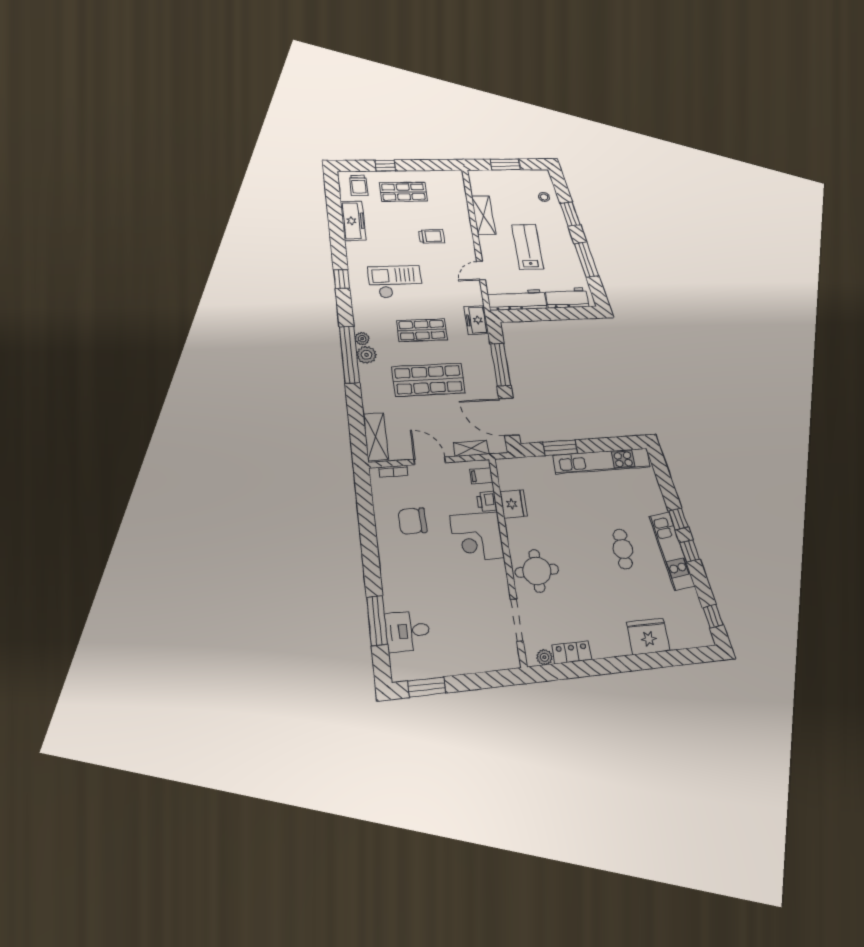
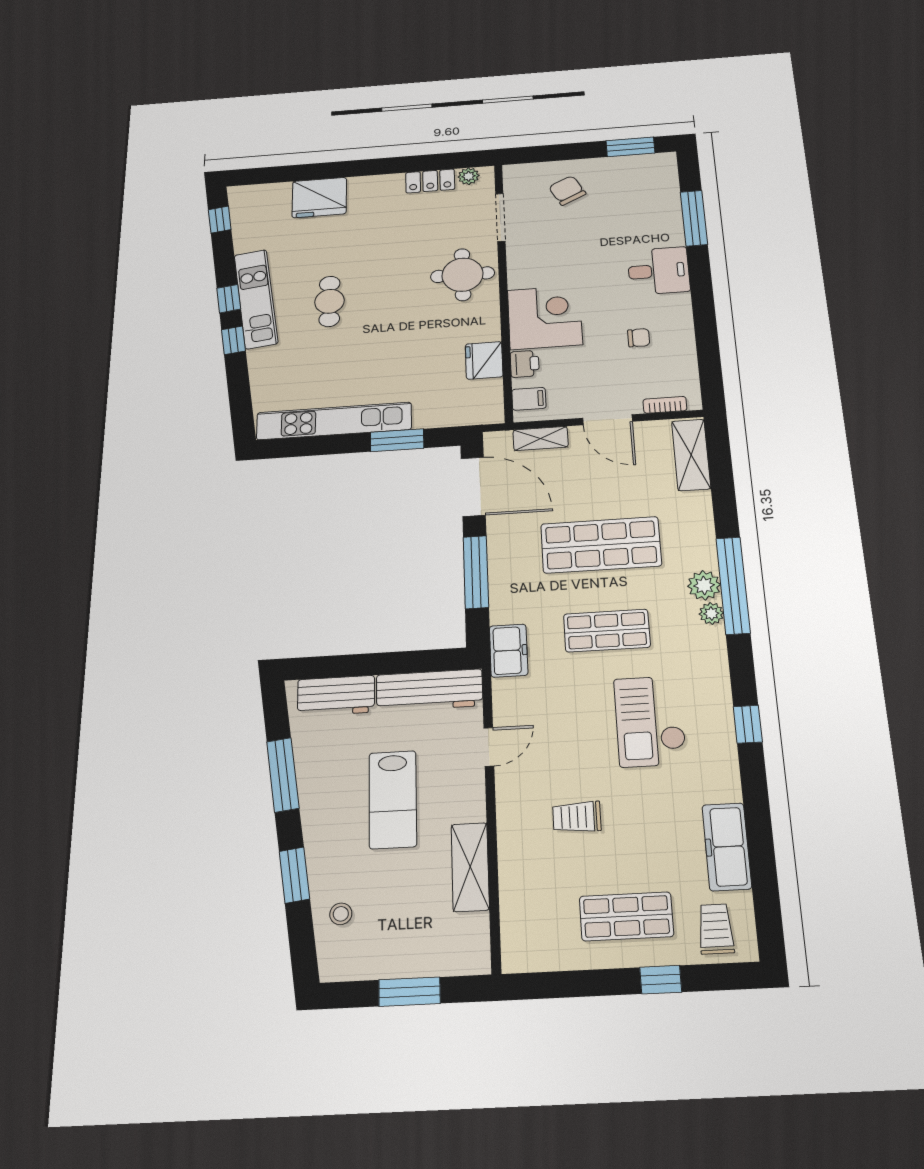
checkout: (395, 282) -> (650, 721), turned 90
chair: (413, 521) -> (639, 338), width x0.54, depth x0.54
desk: (408, 631) -> (659, 271), moved
chair: (471, 645) -> (567, 190), added

